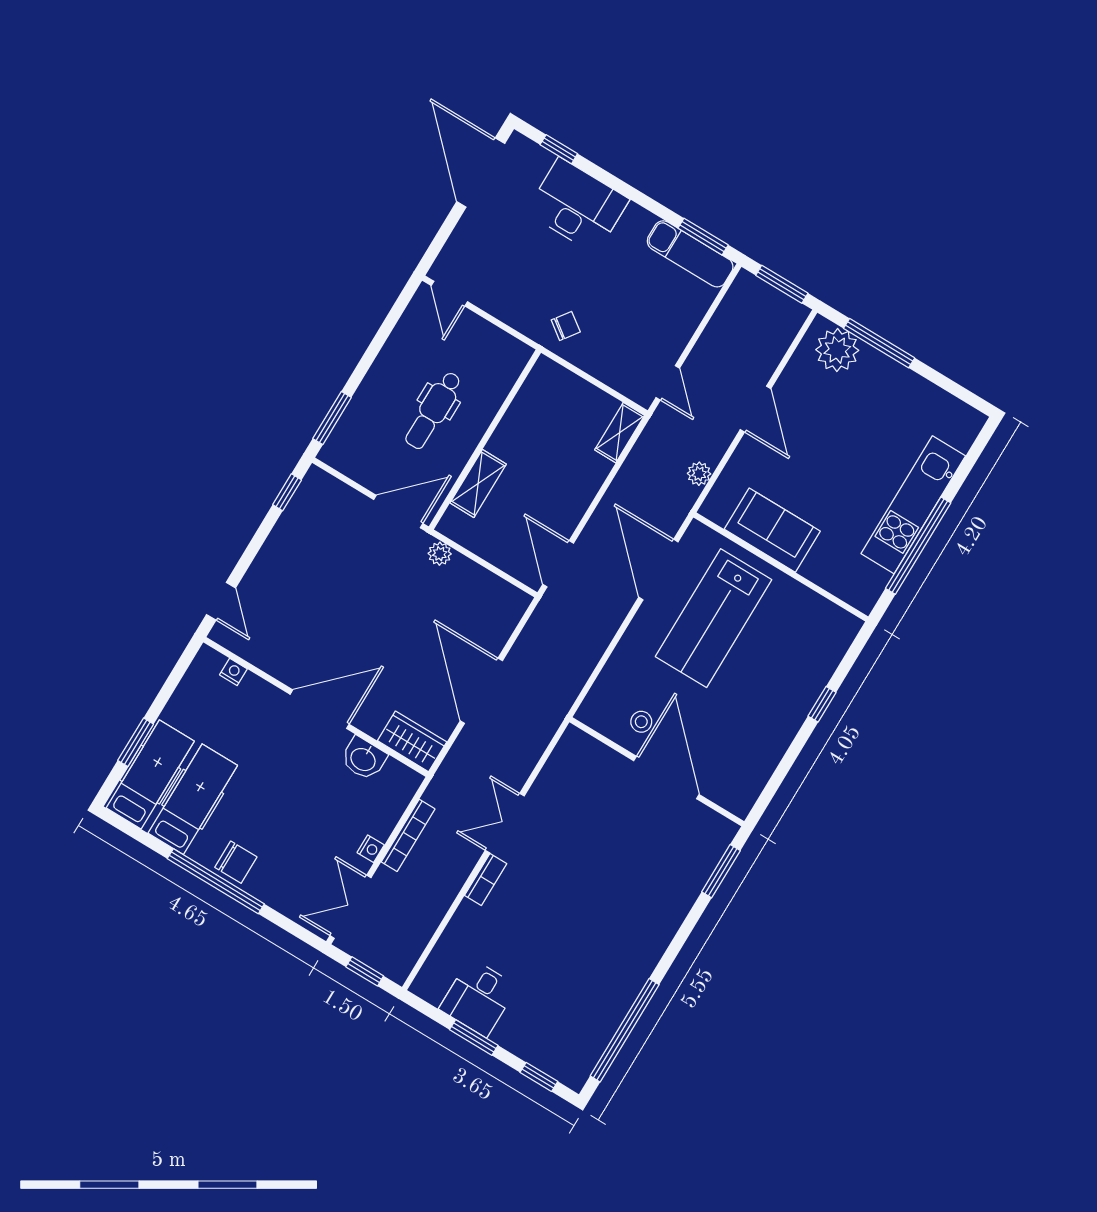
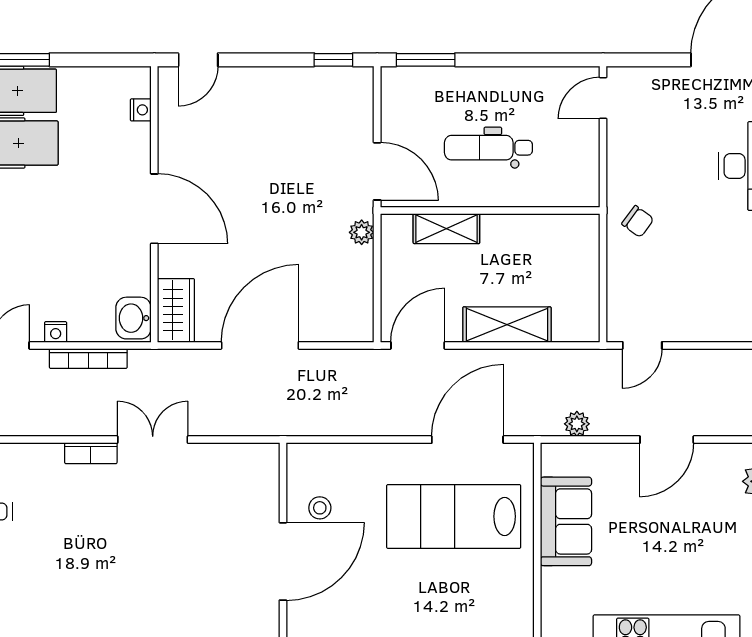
shelving: (620, 433) -> (507, 325), moved, width x1.50, depth x1.33
washbasin: (364, 759) -> (133, 318), moved

